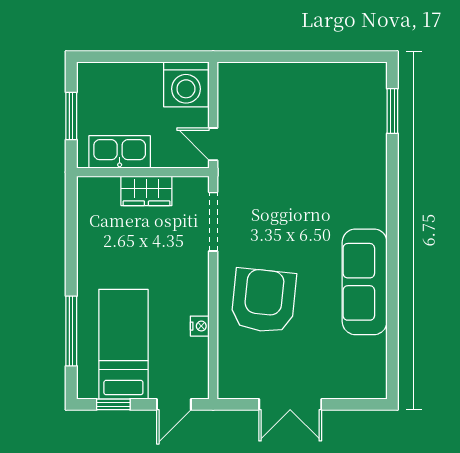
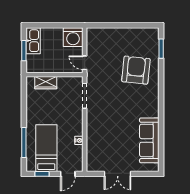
kitchen sink: (120, 152) -> (33, 41), moved, turned 90
wardrobe: (146, 191) -> (46, 83), moved
sofa: (365, 282) -> (149, 140), moved
armchair: (264, 301) -> (136, 70), moved

